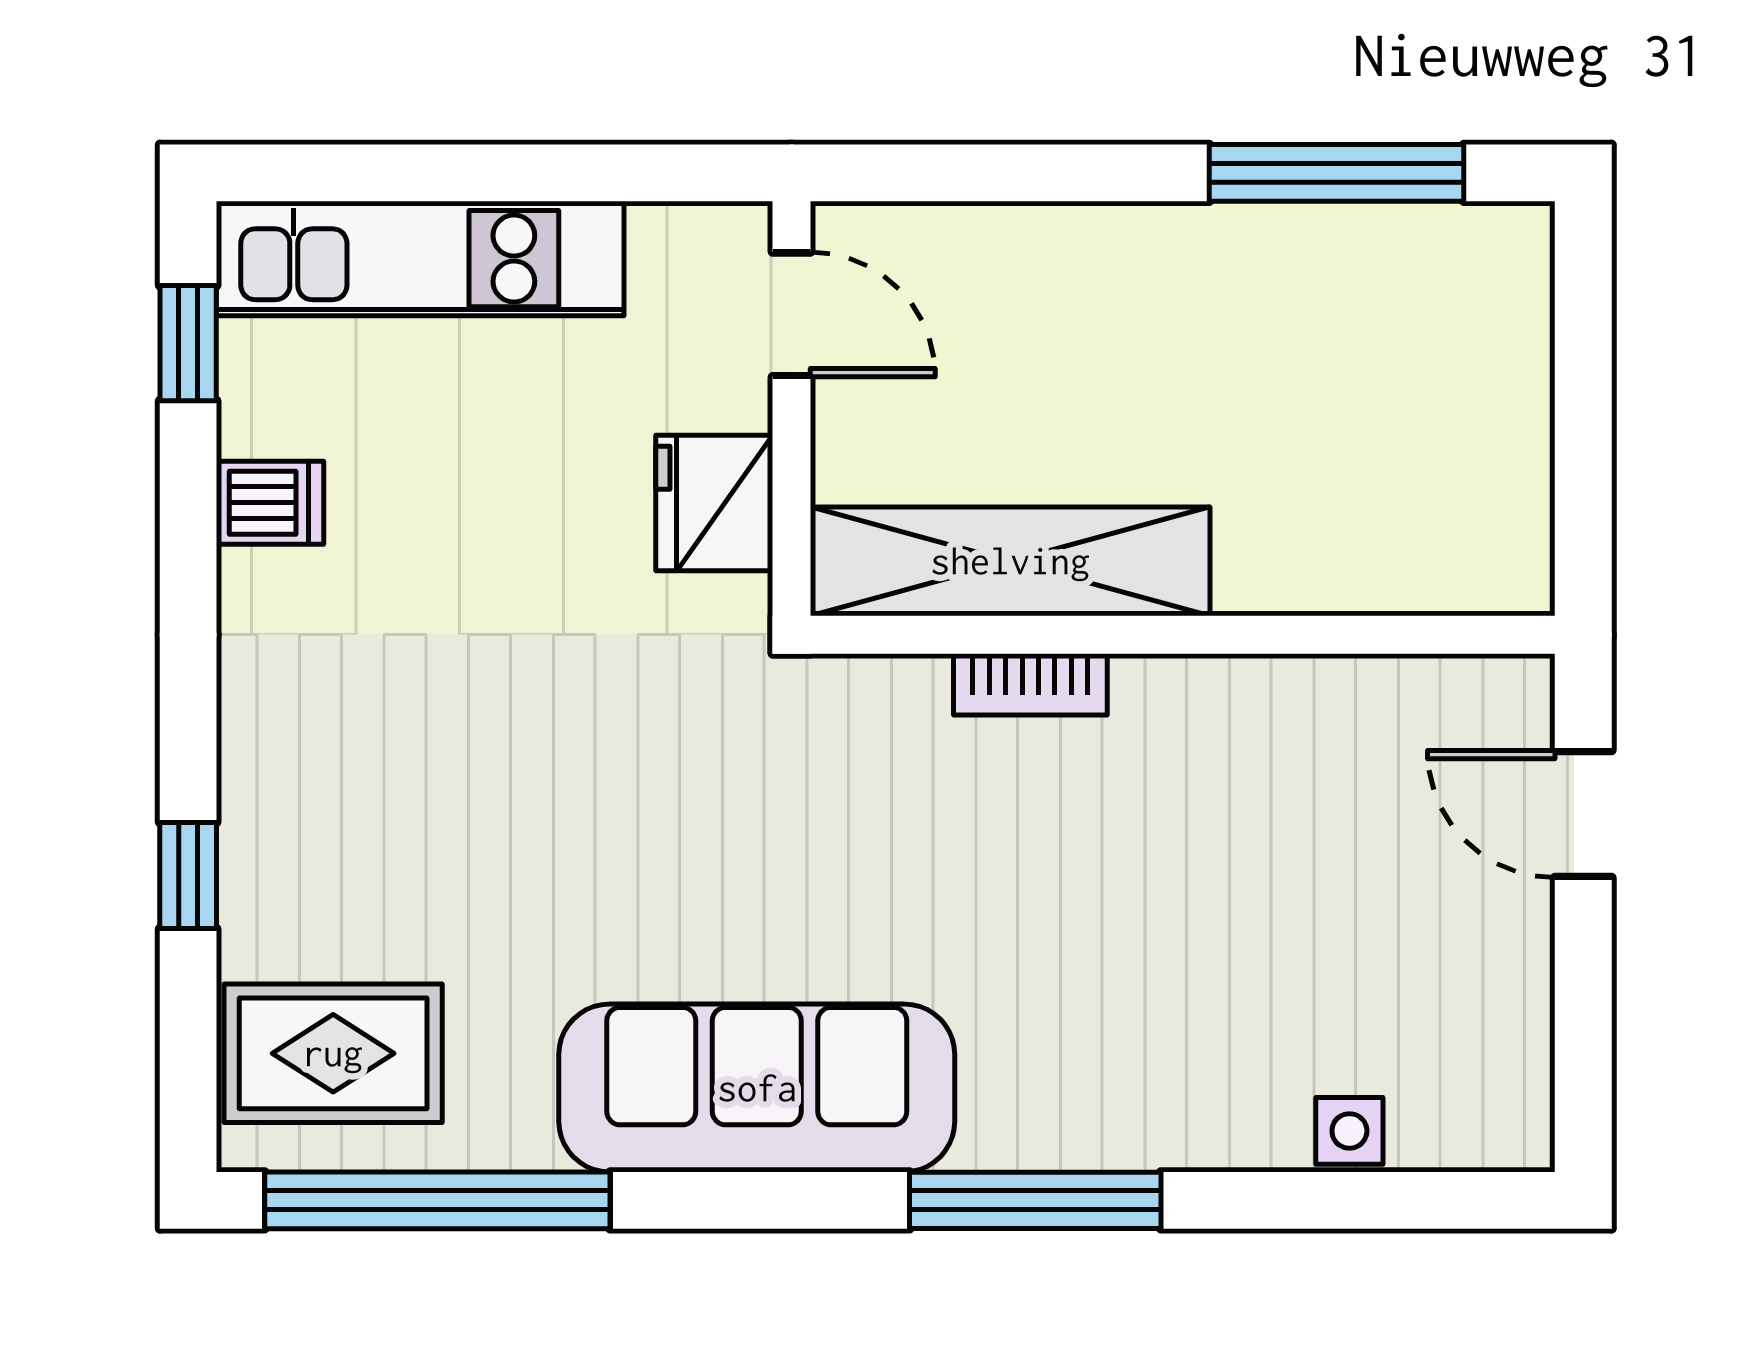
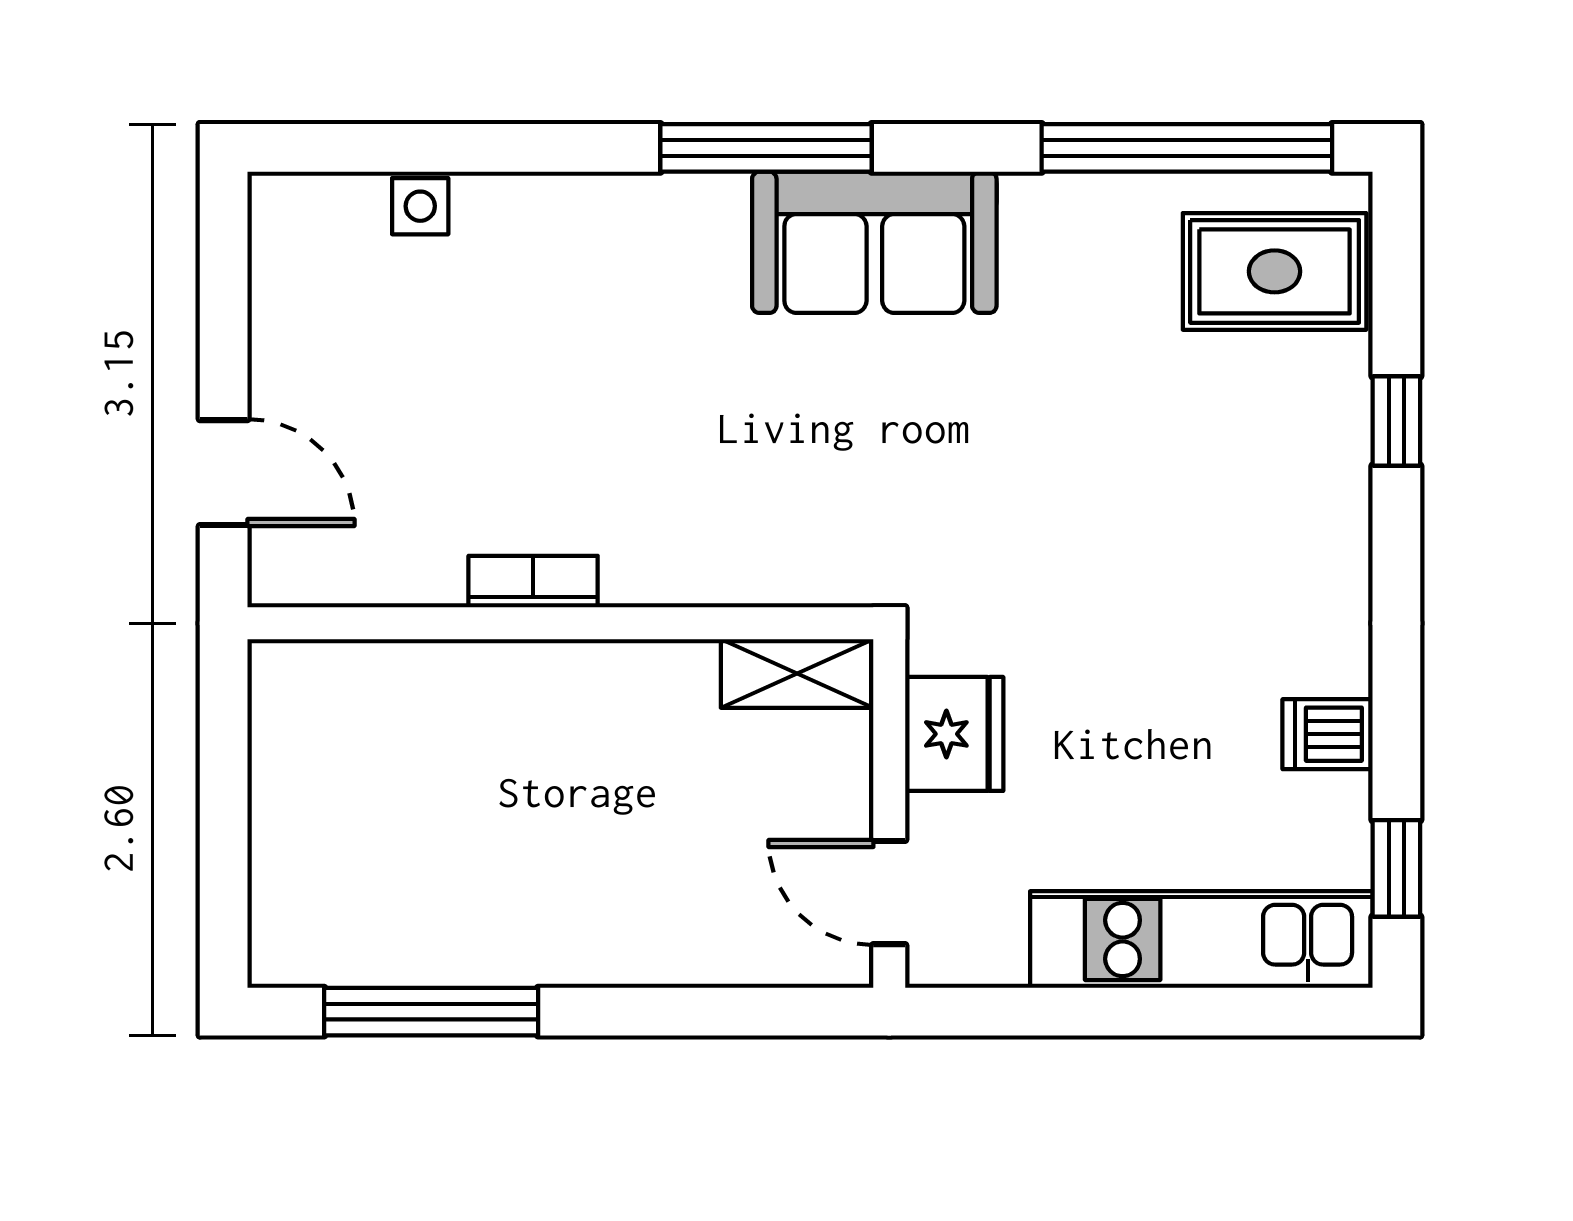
shelving: (1010, 561) -> (797, 673), width x0.45, depth x0.75
bookcase: (1030, 684) -> (533, 582), moved
sofa: (757, 1088) -> (874, 242), width x0.73
window: (1035, 1200) -> (766, 148), moved

